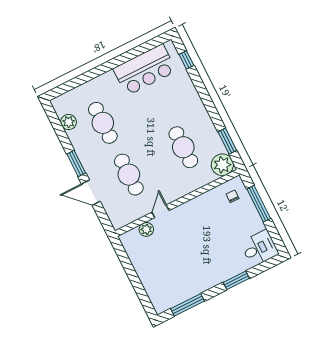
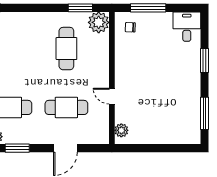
cafe table: (183, 147) -> (66, 49), turned 90
window: (76, 164) -> (17, 148), moved
plant: (146, 229) -> (121, 130), moved

